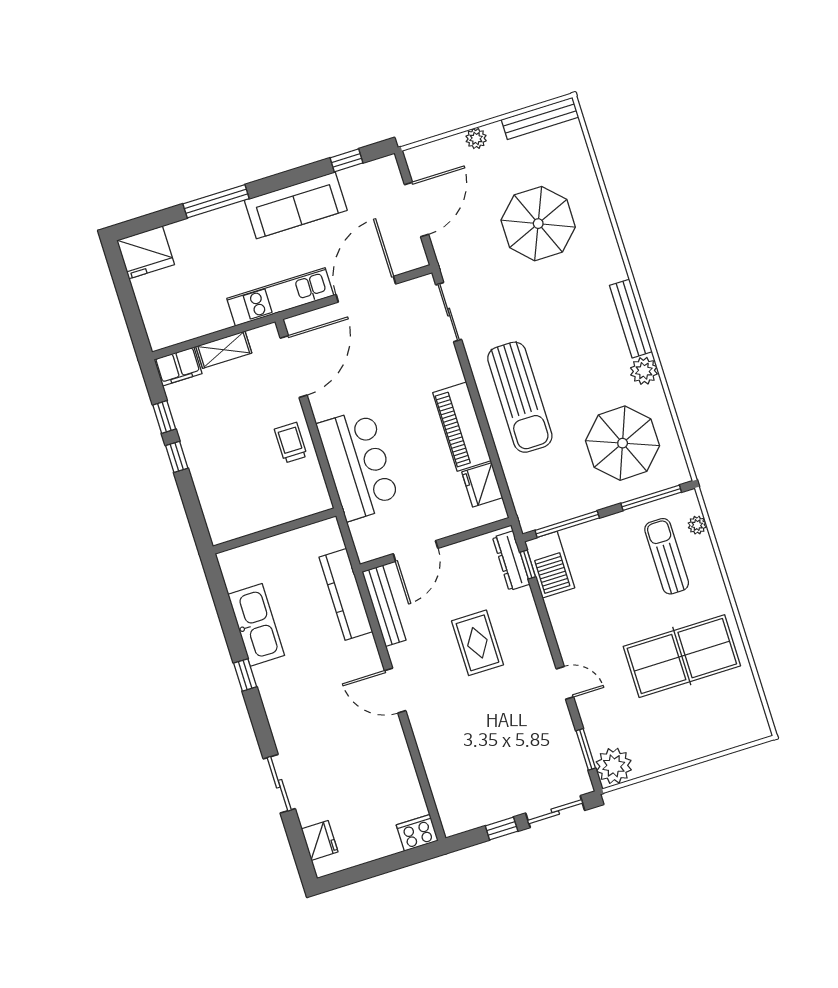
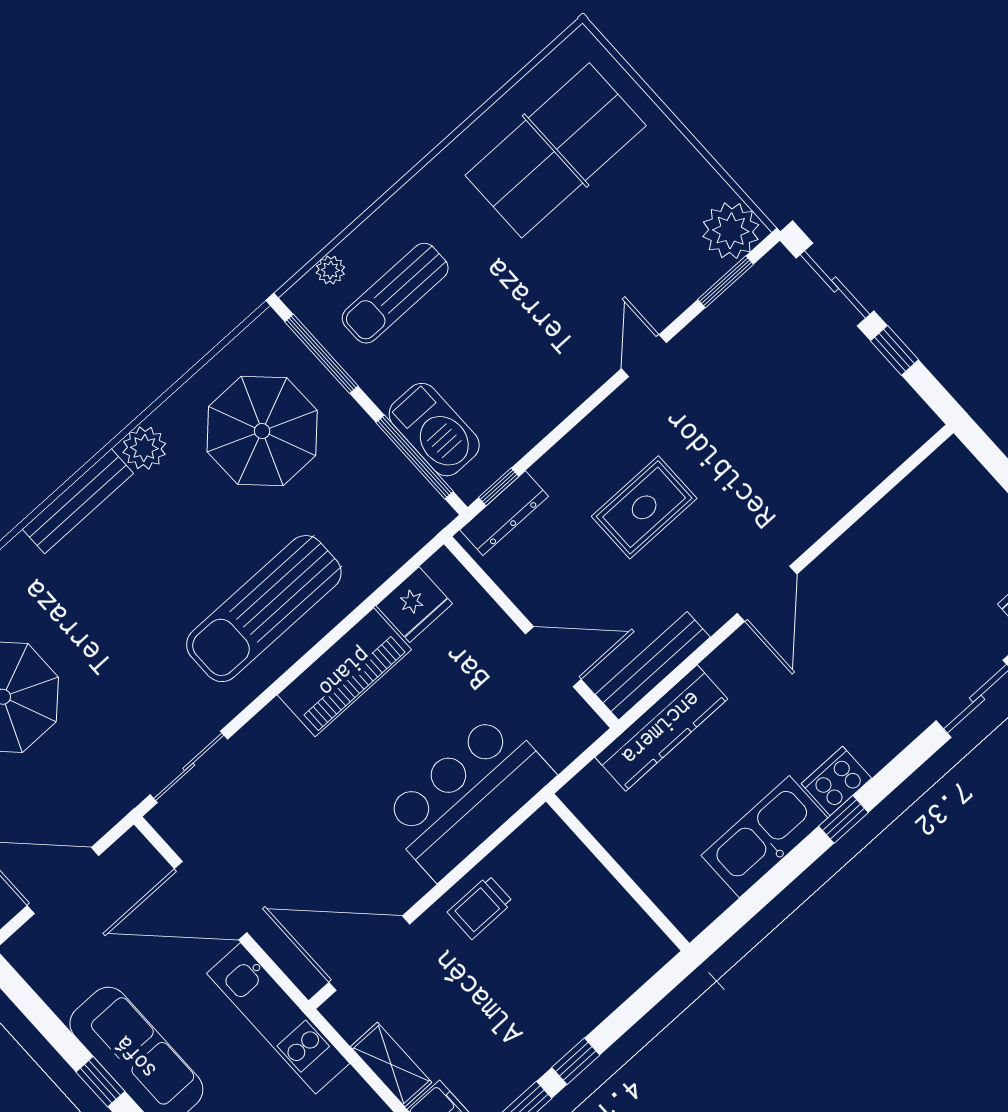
window: (346, 160) -> (100, 1082), moved
sun lounger: (520, 397) -> (264, 609), turned 180
barbecue: (550, 565) -> (434, 430), moved, turned 90
table tennis table: (682, 656) -> (556, 150), moved, turned 90
cooker: (417, 833) -> (836, 781), moved, turned 90

